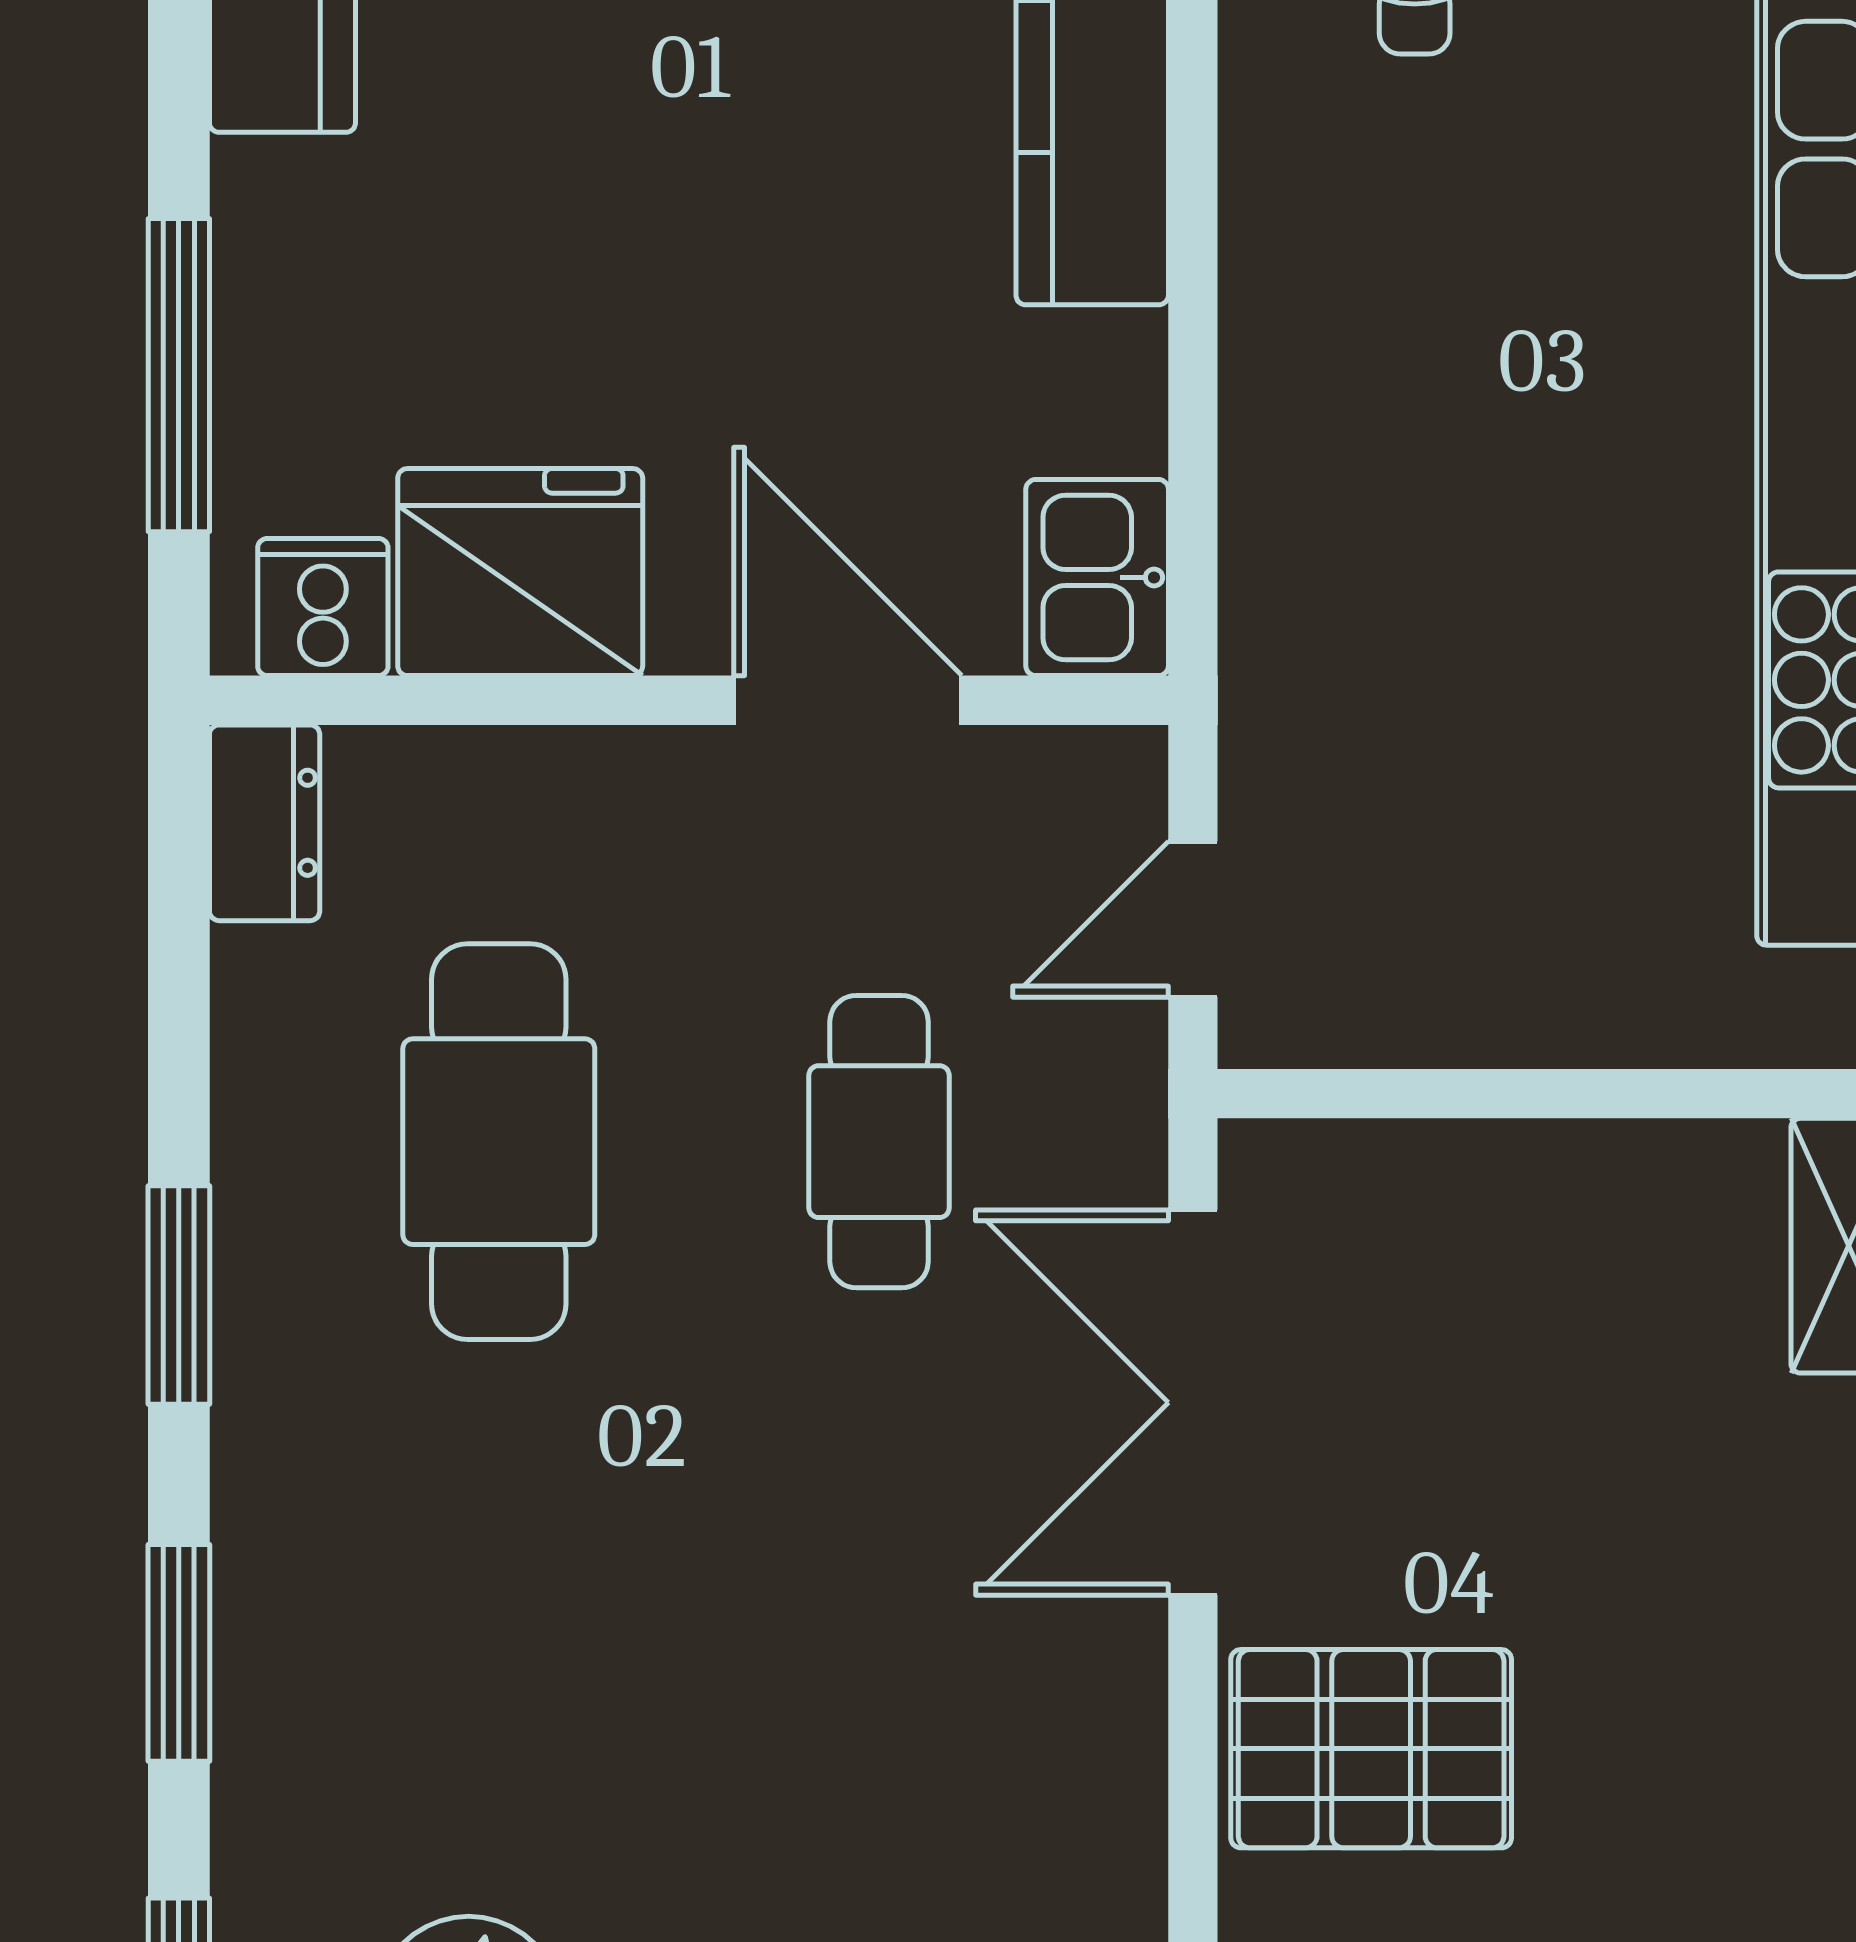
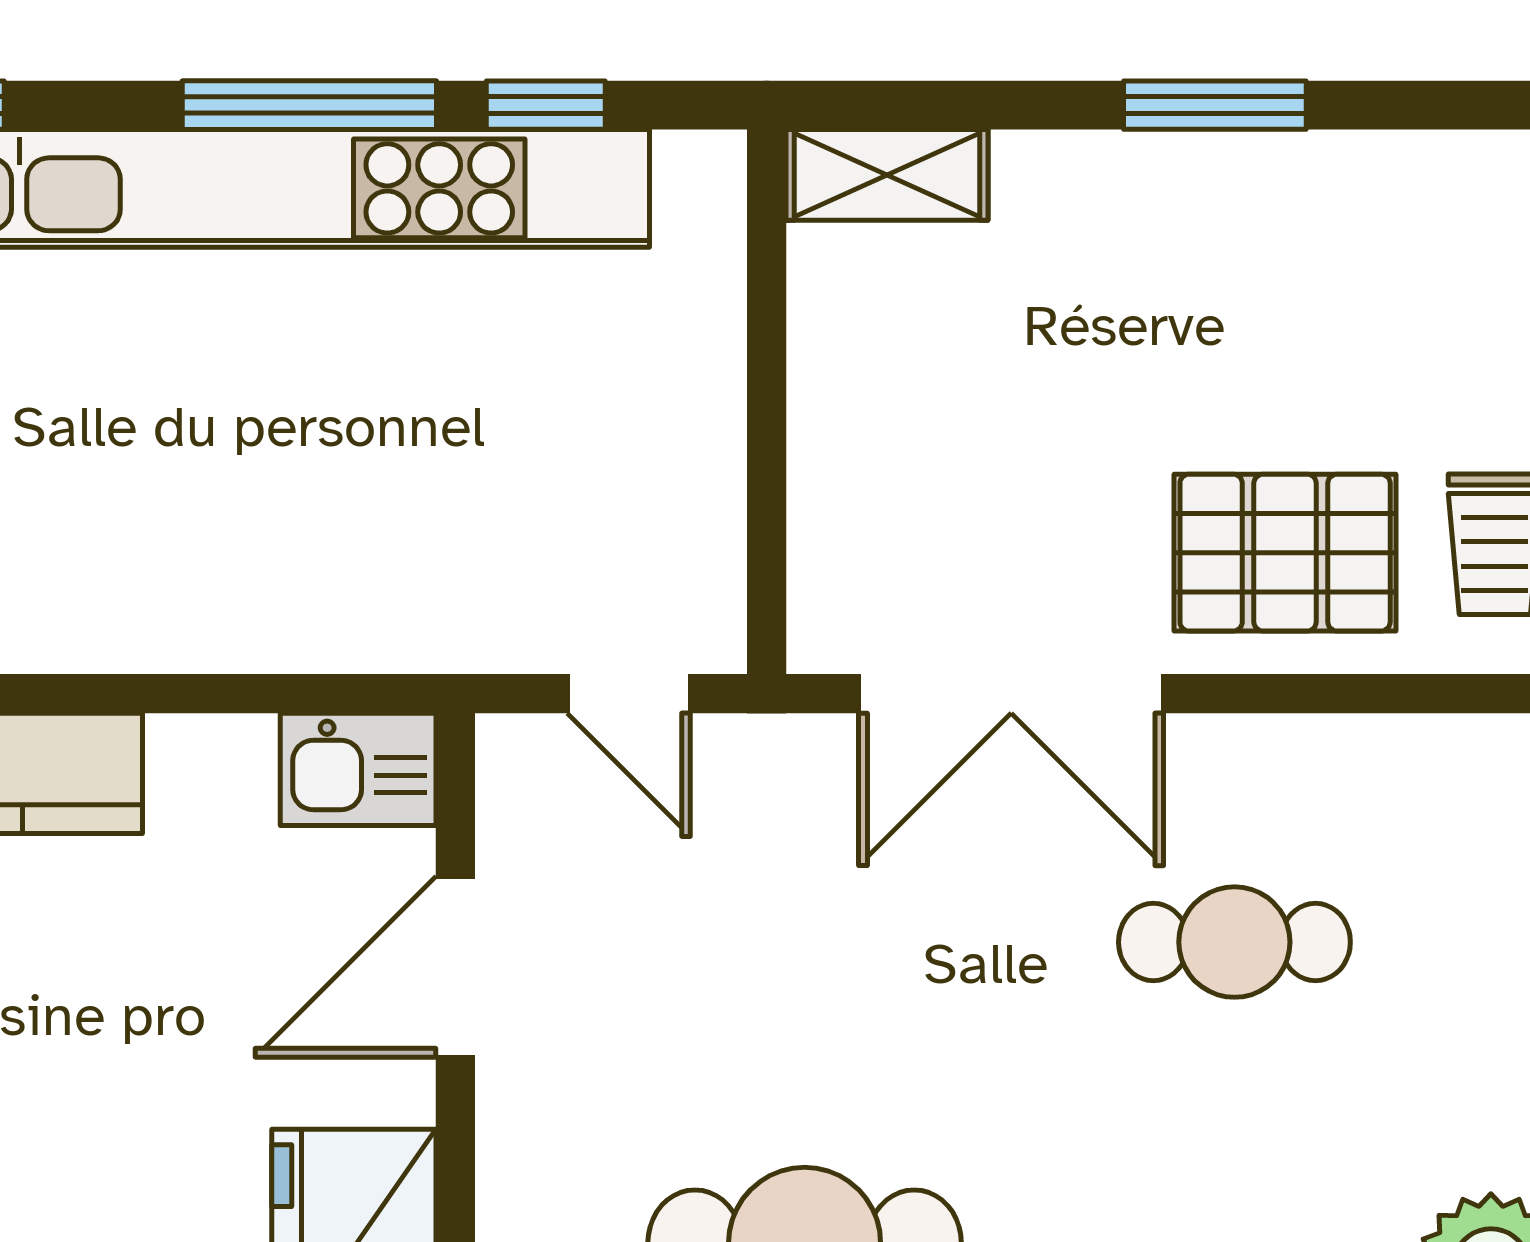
cafe table: (879, 1142) -> (1234, 942), moved
pallet: (1371, 1749) -> (1285, 553), turned 90

